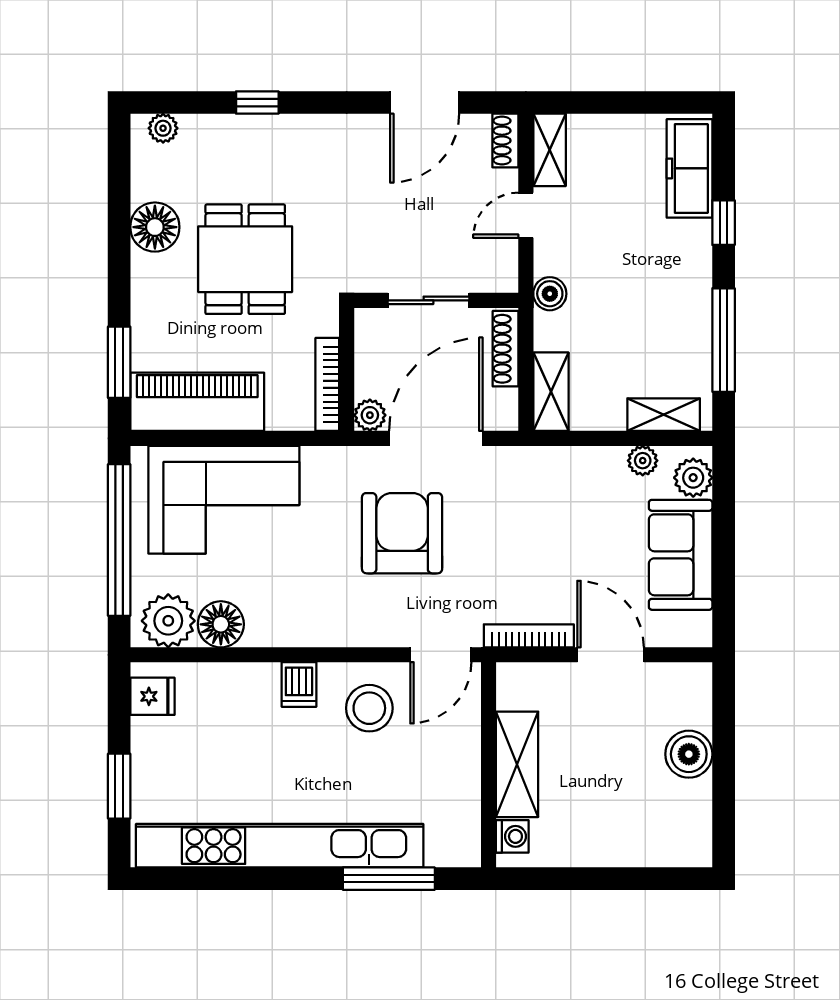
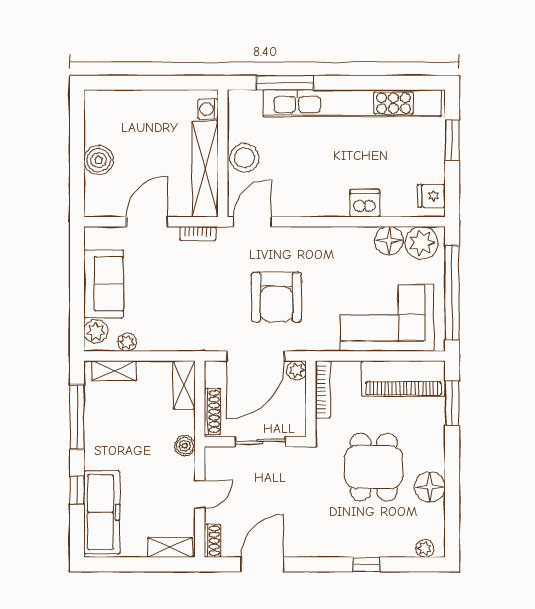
shelving: (550, 150) -> (170, 547), moved, turned 90
freezer: (690, 168) -> (102, 512), width x1.36, depth x1.26
bookcase: (529, 636) -> (198, 233), width x0.64
door: (611, 655) -> (147, 222), swing flipped
dishwasher: (299, 685) -> (365, 203), moved, width x1.38
stool: (369, 708) -> (244, 158), moved
shelving: (517, 764) -> (205, 169), width x1.47

